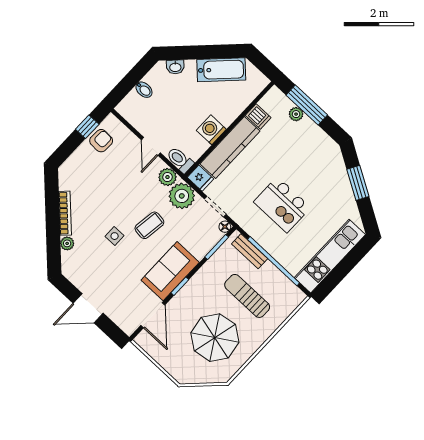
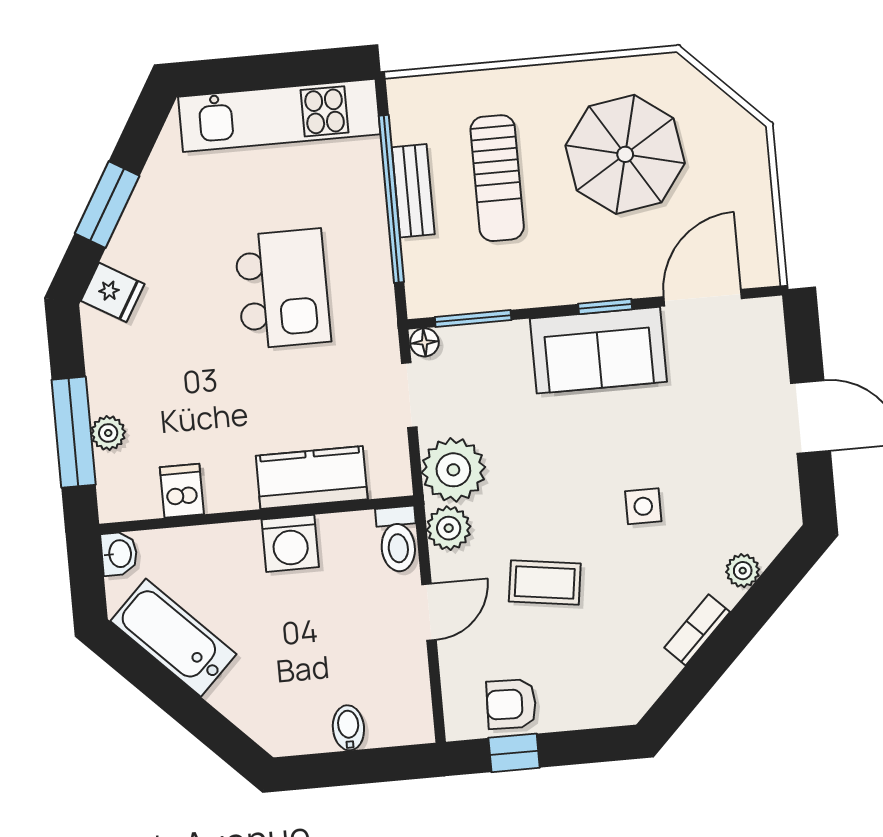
washbasin: (175, 67) -> (119, 554), moved, turned 45
kitchen counter: (230, 148) -> (312, 478), width x0.67
fridge: (200, 178) -> (113, 292), moved, turned 120
bookcase: (65, 213) -> (697, 630), width x0.64
coffee table: (149, 225) -> (545, 582), moved
bench: (250, 251) -> (413, 191), moved

